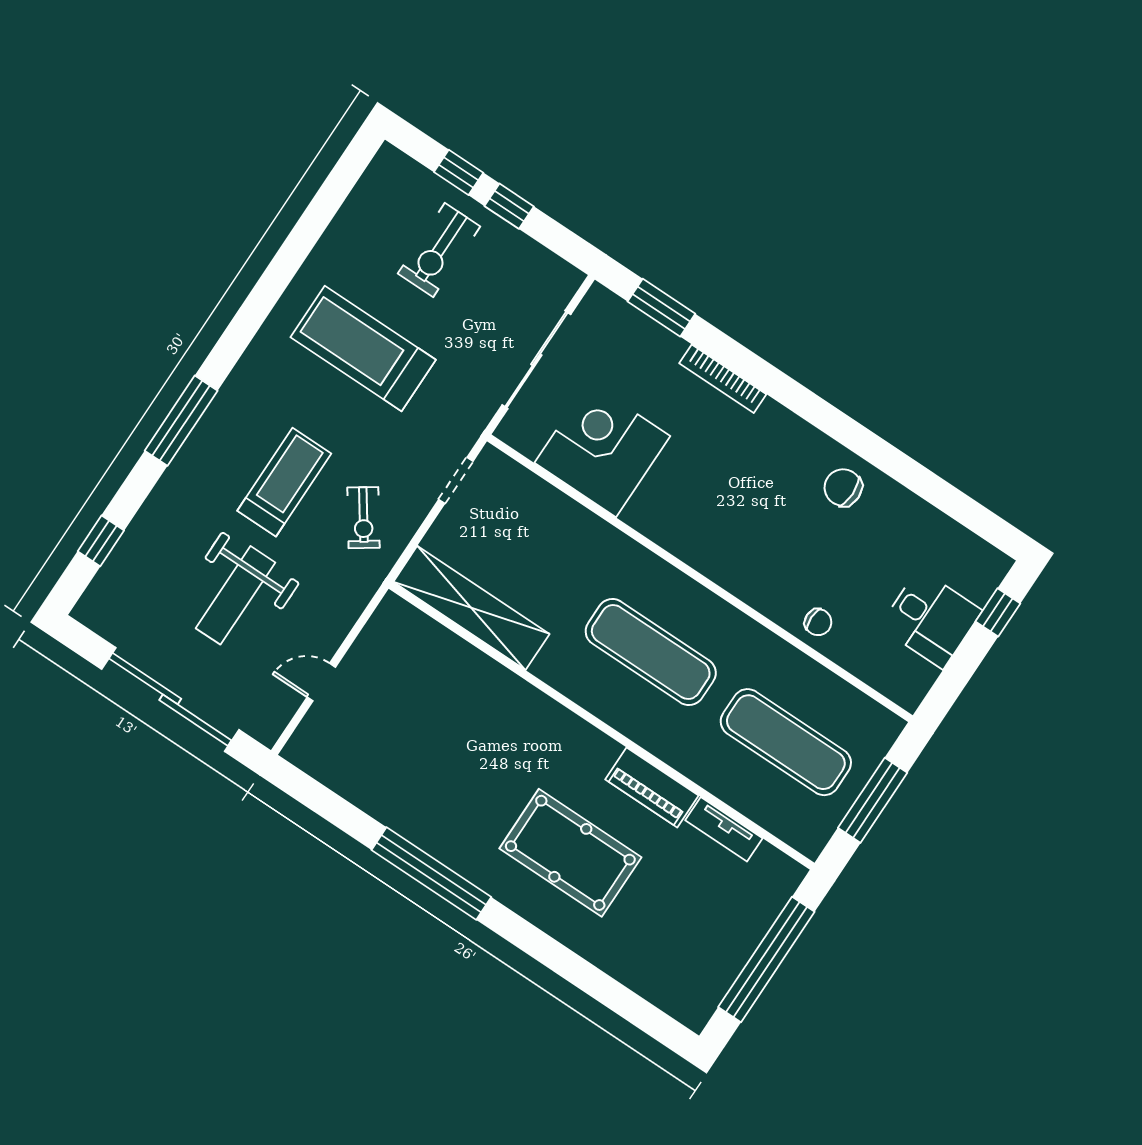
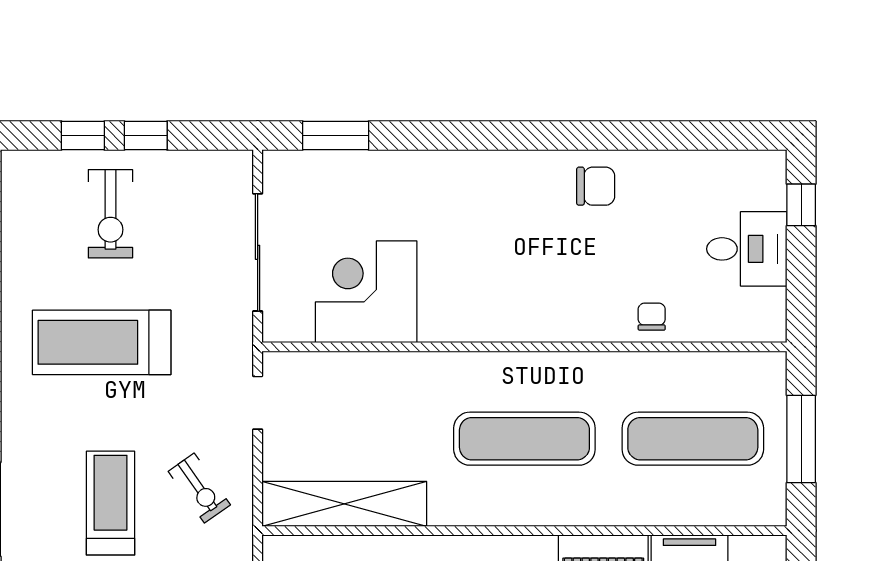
bookcase: (723, 379) -> (429, 162), removed
chair: (843, 488) -> (596, 186), turned 180
chair: (818, 622) -> (652, 317), turned -90

